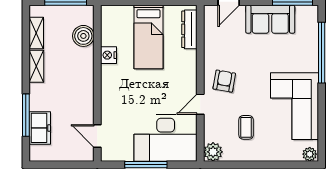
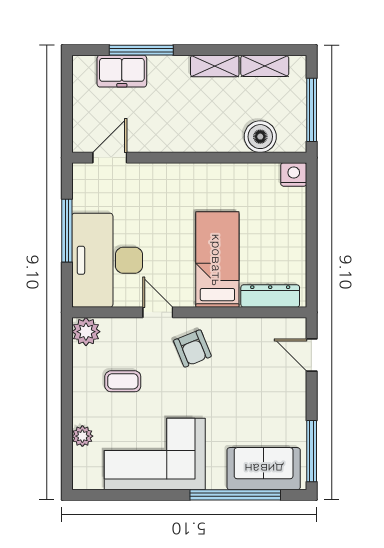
sofa: (270, 19) -> (264, 469), moved, turned 90
bed: (148, 37) -> (217, 260), moved, turned 90
nightstand: (109, 55) -> (294, 174), moved
armchair: (224, 81) -> (192, 348), turned 58
plant: (310, 154) -> (82, 436), moved

